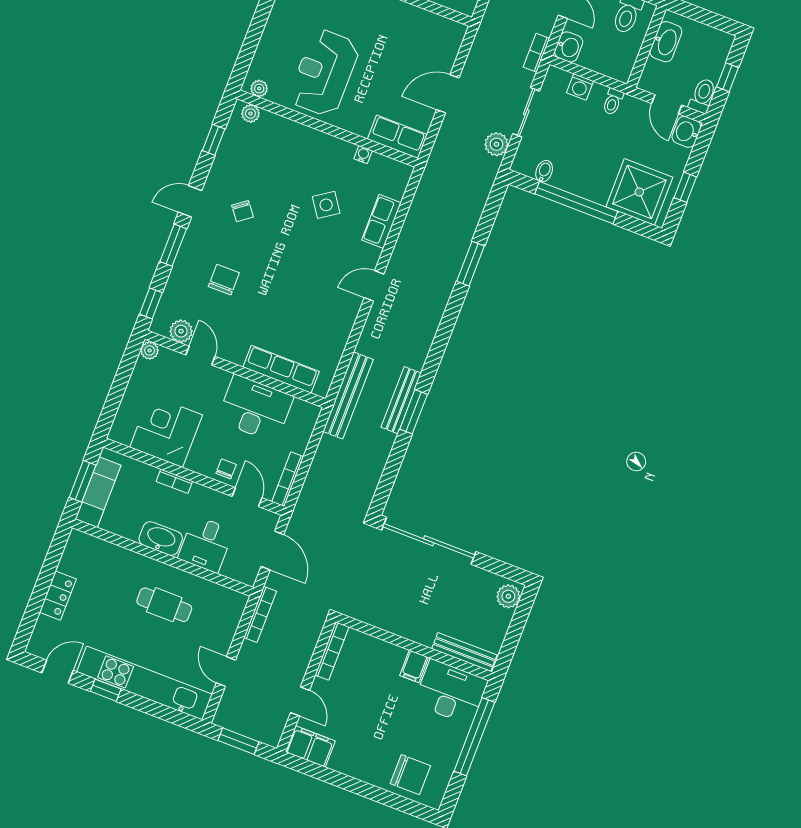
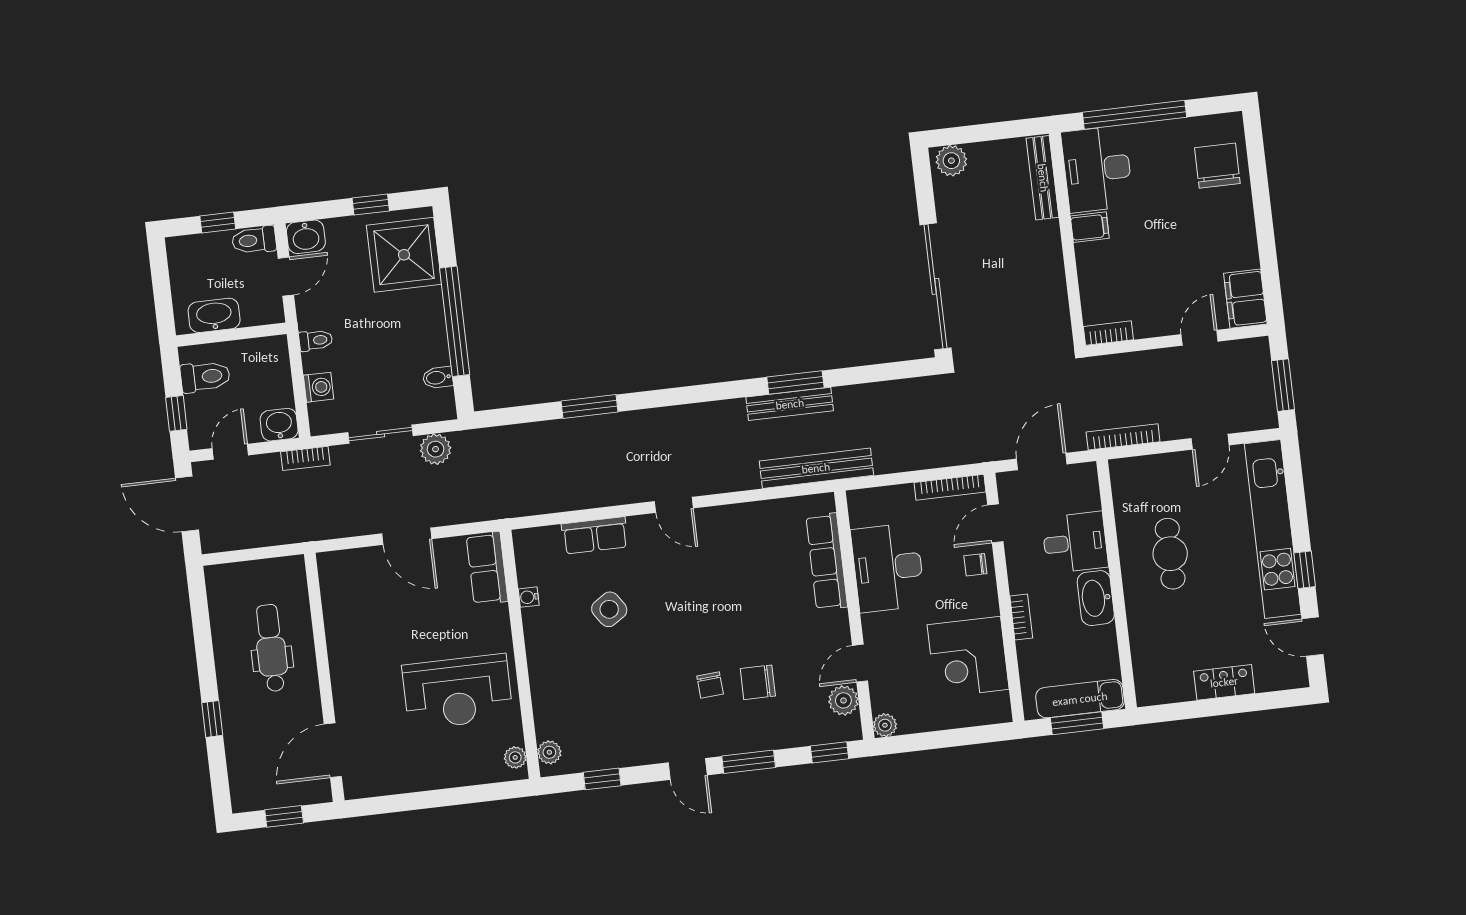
chair: (242, 211) -> (710, 685), moved, turned 123
bookcase: (332, 651) -> (1108, 333), width x0.64

